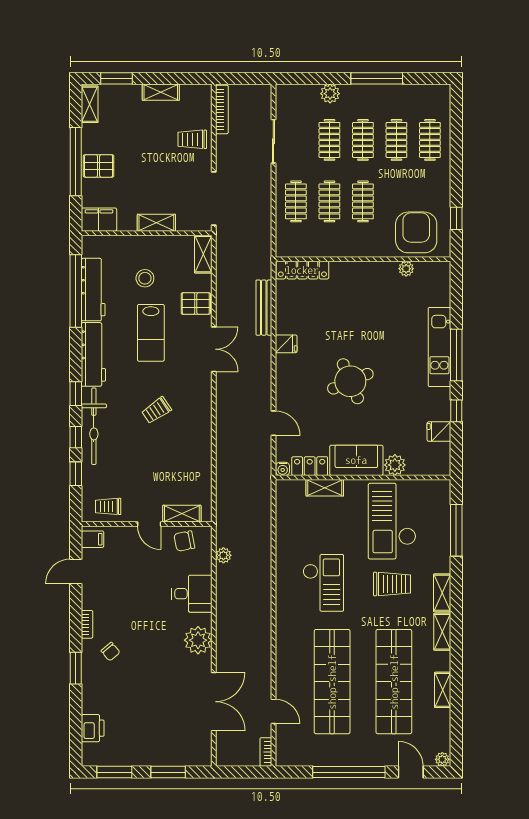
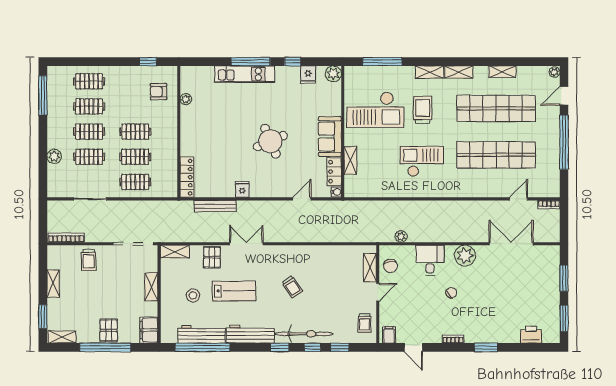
window: (377, 78) -> (43, 95), moved
armchair: (416, 232) -> (159, 92), width x0.53, depth x0.53
plant: (395, 465) -> (333, 74), moved
chair: (111, 652) -> (451, 293), moved

